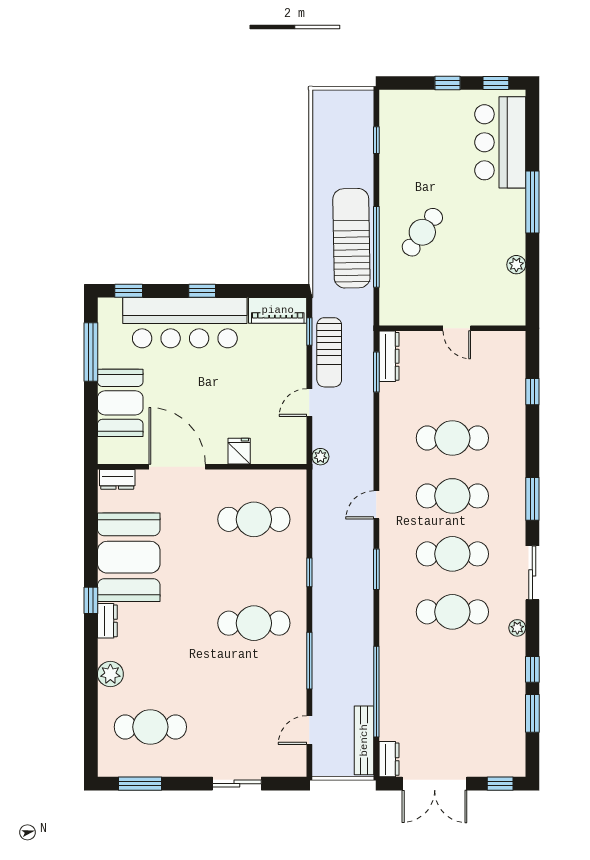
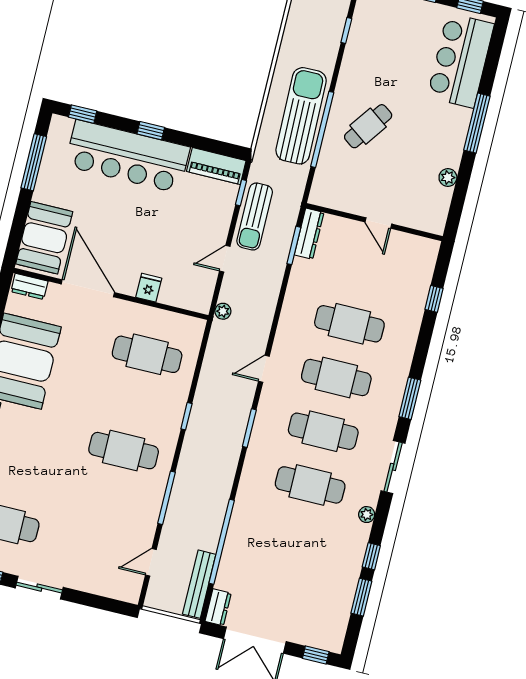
booth: (120, 403) -> (44, 238), moved
sliding door: (237, 784) -> (39, 588), moved

